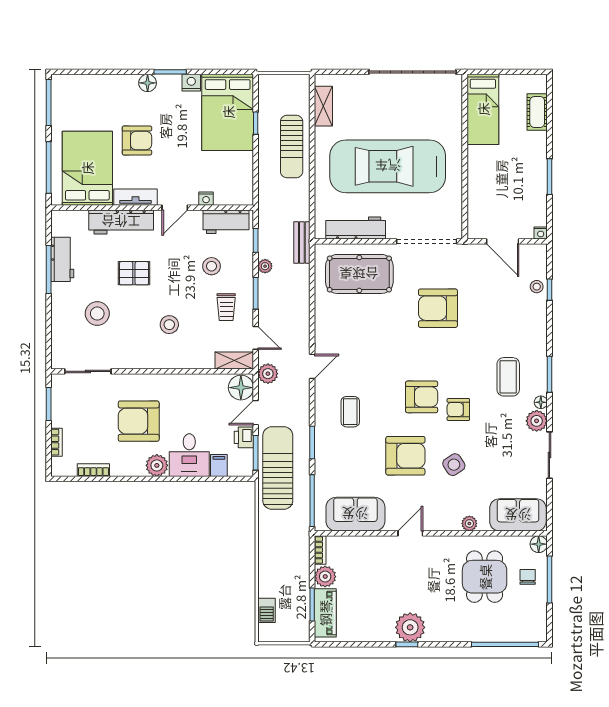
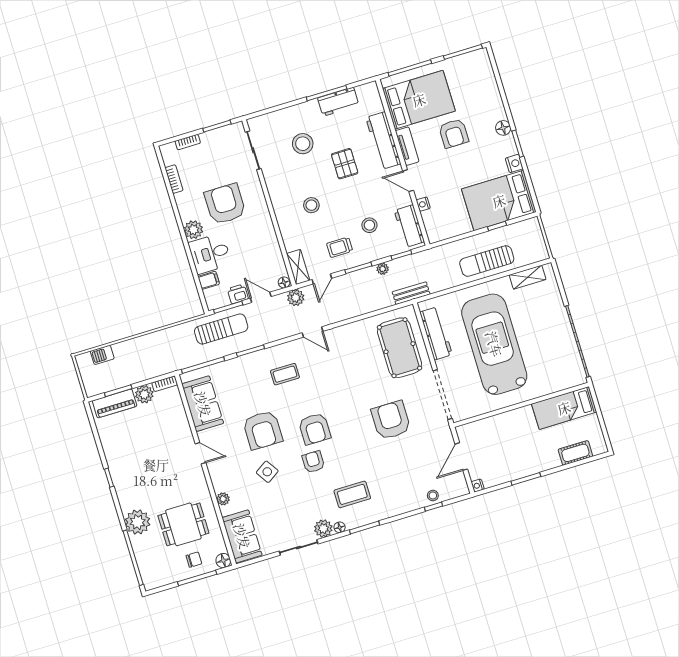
floor lamp: (241, 388) -> (284, 282), width x0.53, depth x0.53
sun lounger: (278, 468) -> (221, 329), width x0.73, depth x0.75
plant: (410, 627) -> (138, 522), moved

